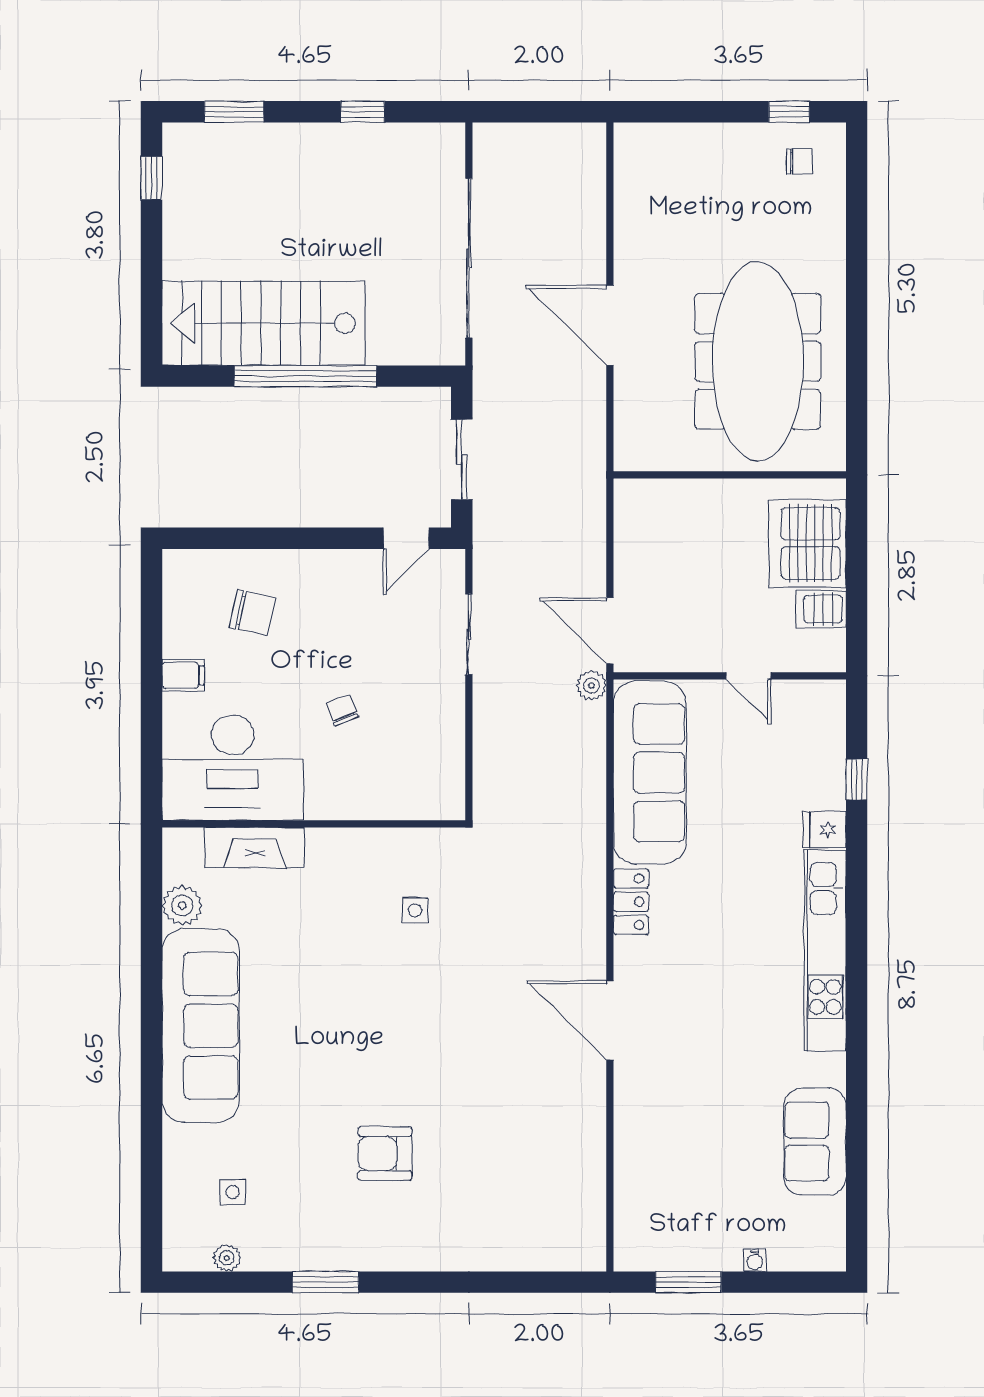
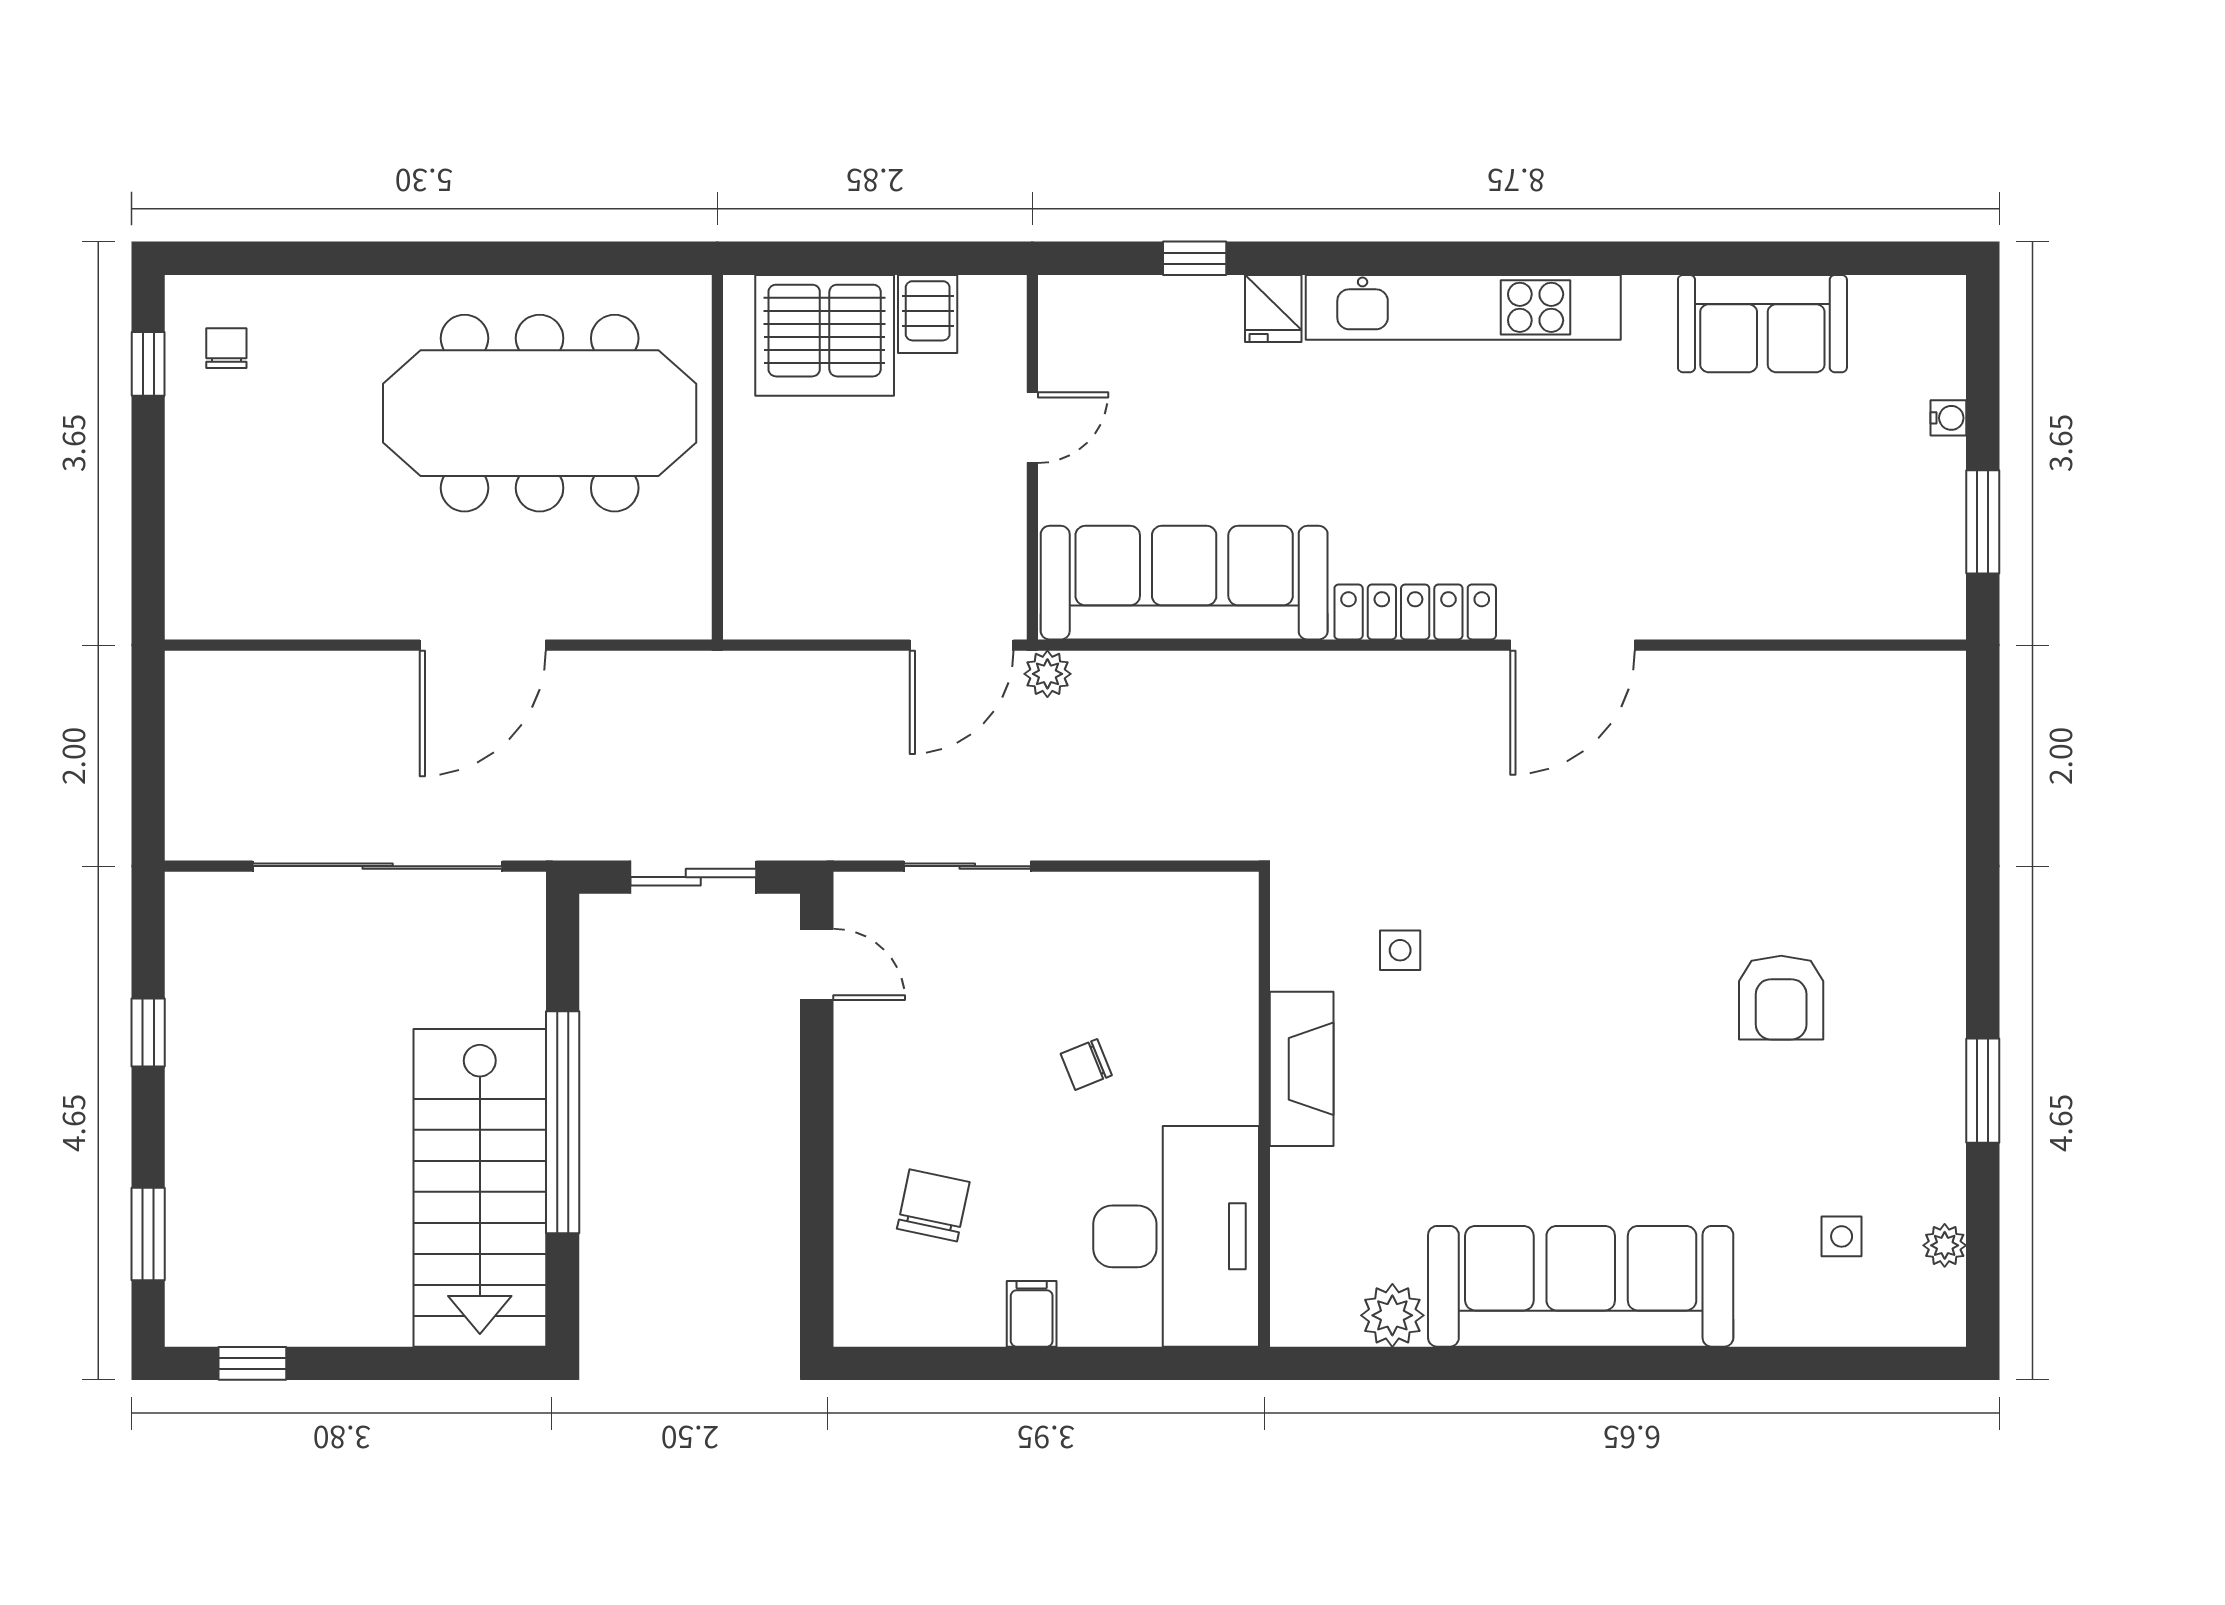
fireplace: (255, 848) -> (1302, 1069), moved
locker: (631, 902) -> (1415, 612), width x1.53

